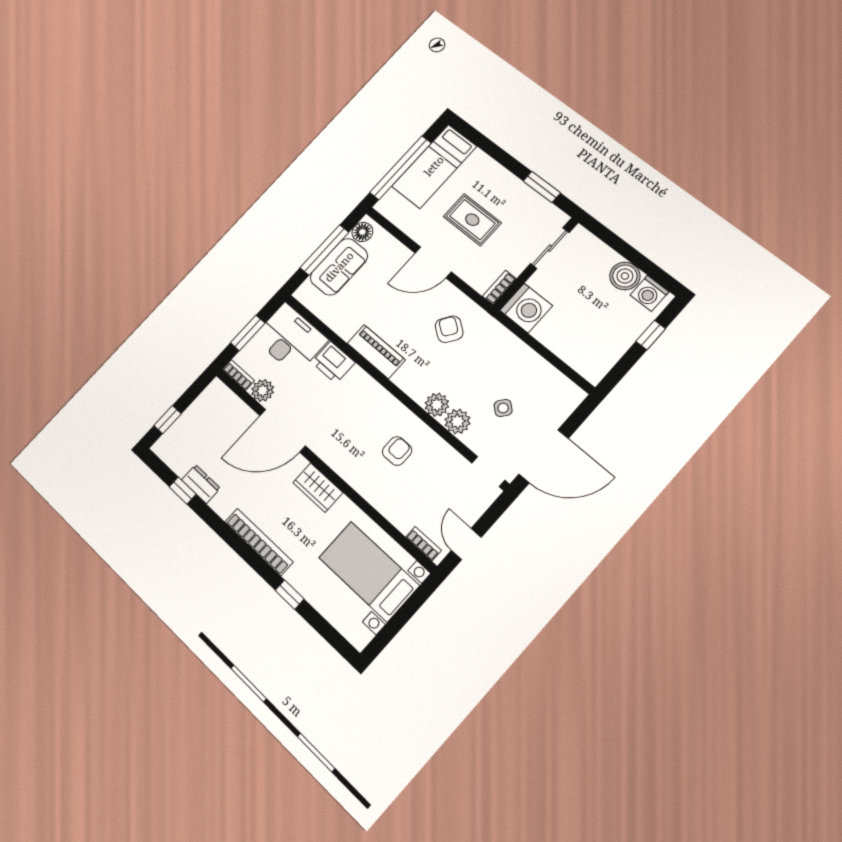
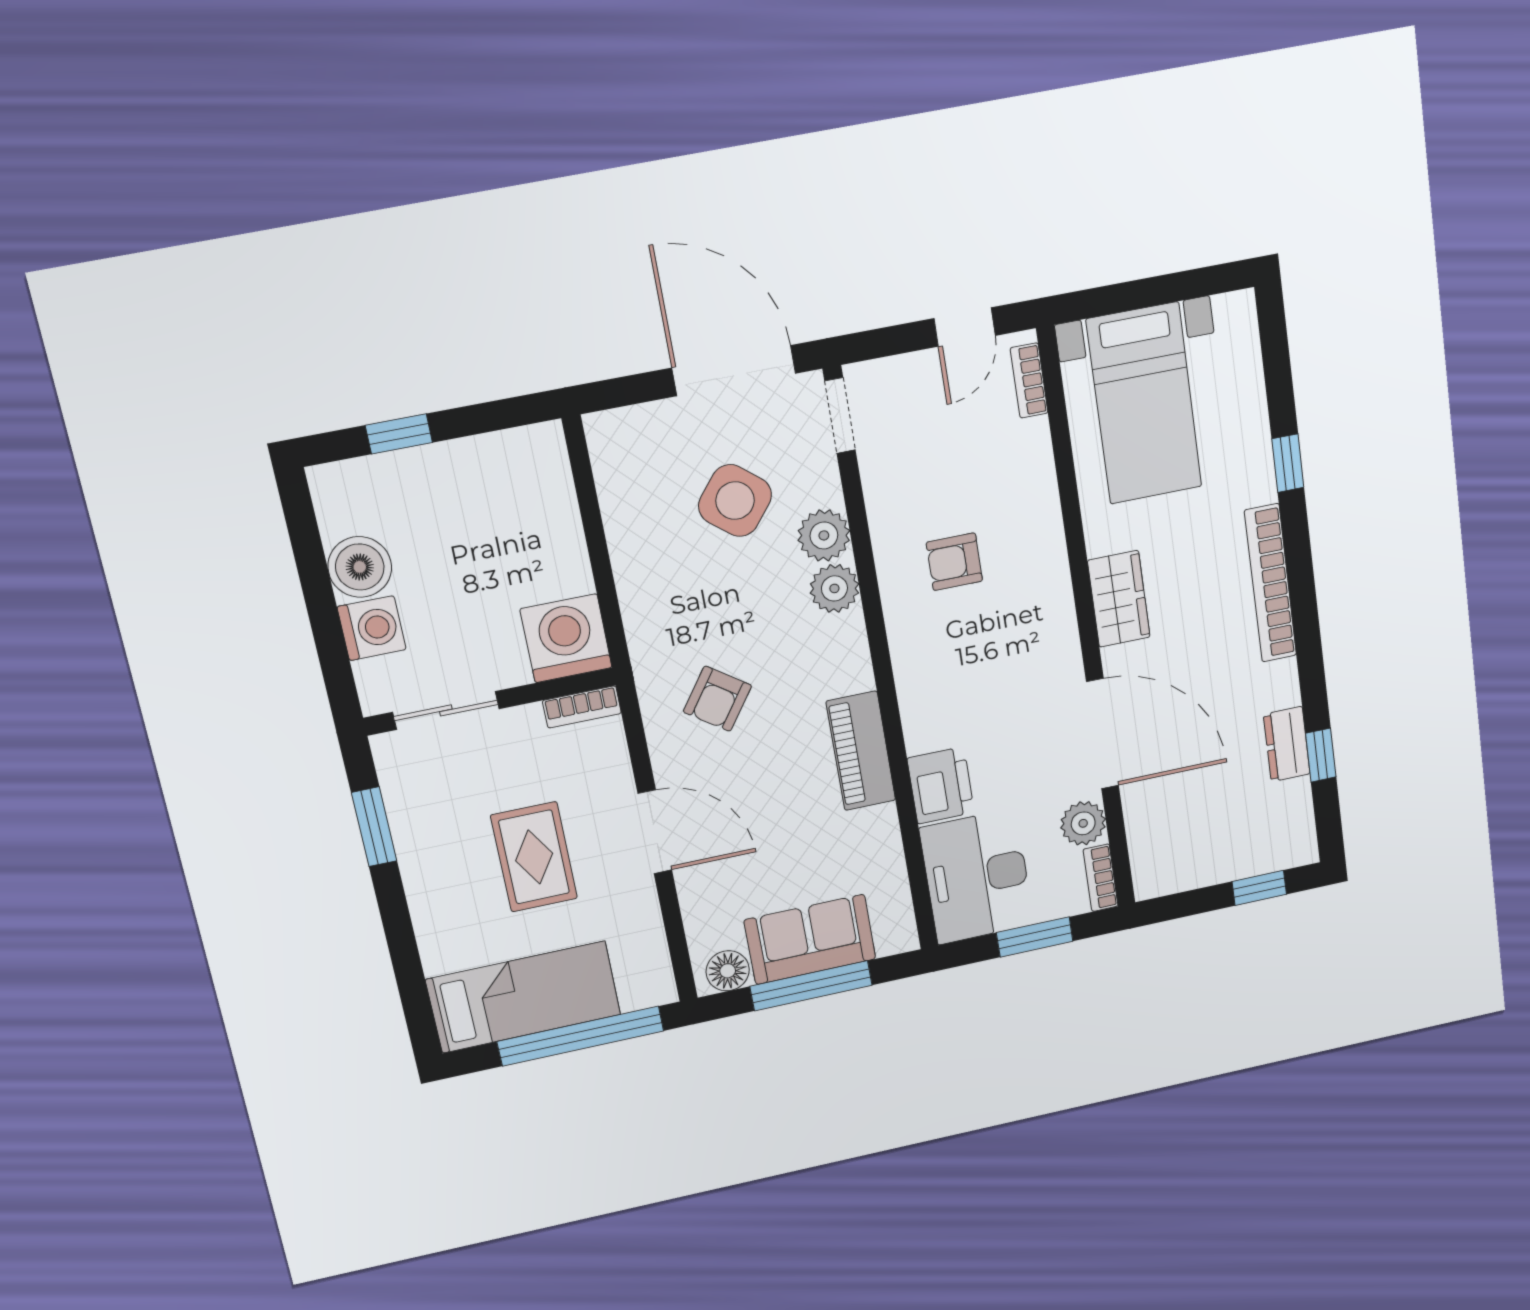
washing machine: (649, 293) -> (372, 628), moved
side table: (503, 408) -> (735, 501), width x1.87, depth x1.87

